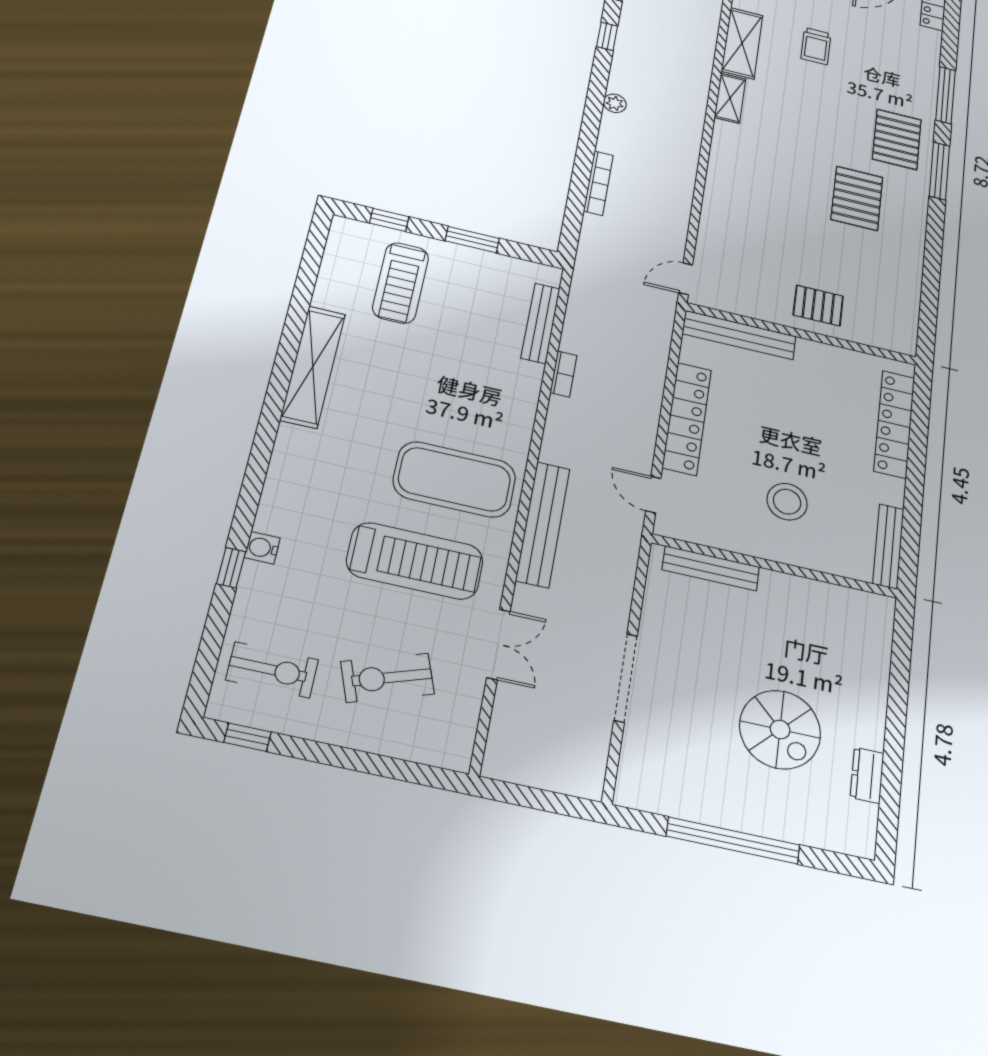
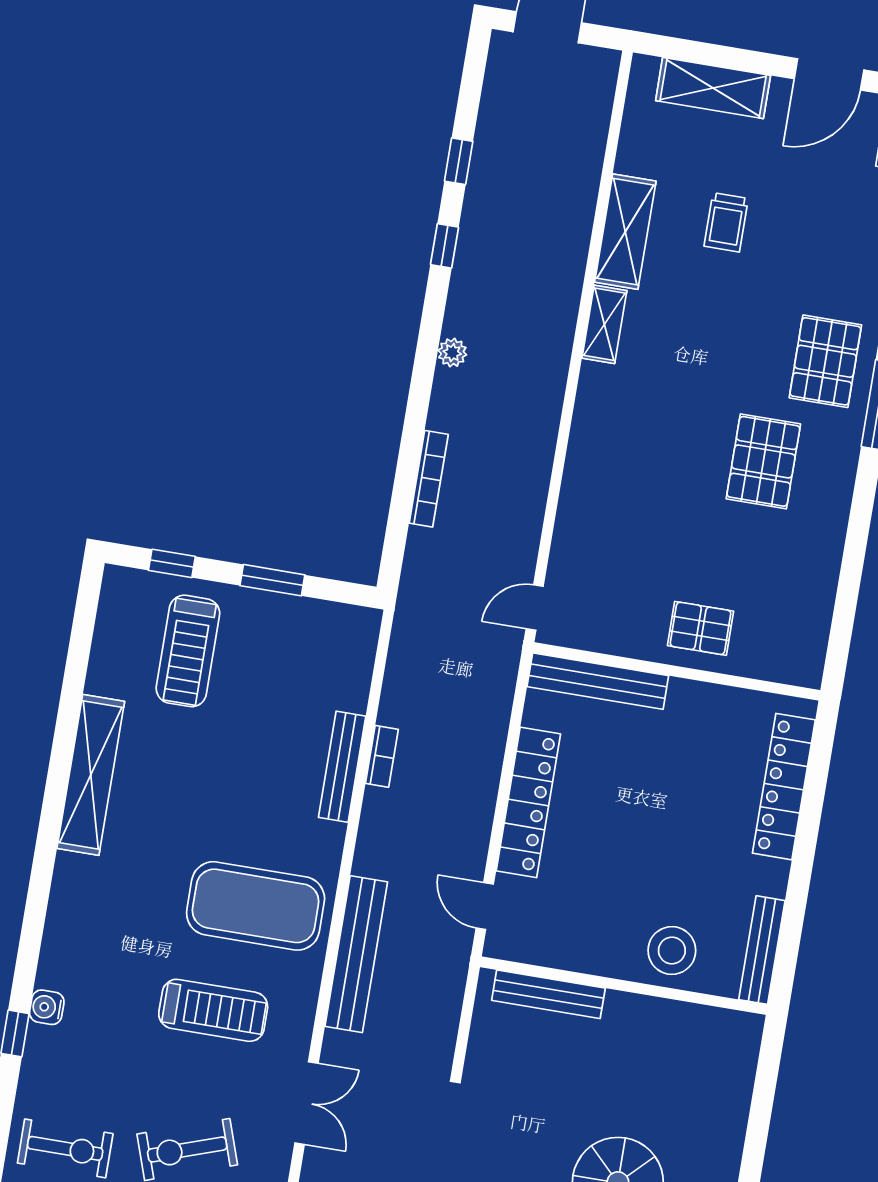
bench: (541, 323) -> (342, 767), moved
stool: (787, 502) -> (672, 950), moved
treadmill: (415, 561) -> (213, 1010), width x0.73, depth x0.73

